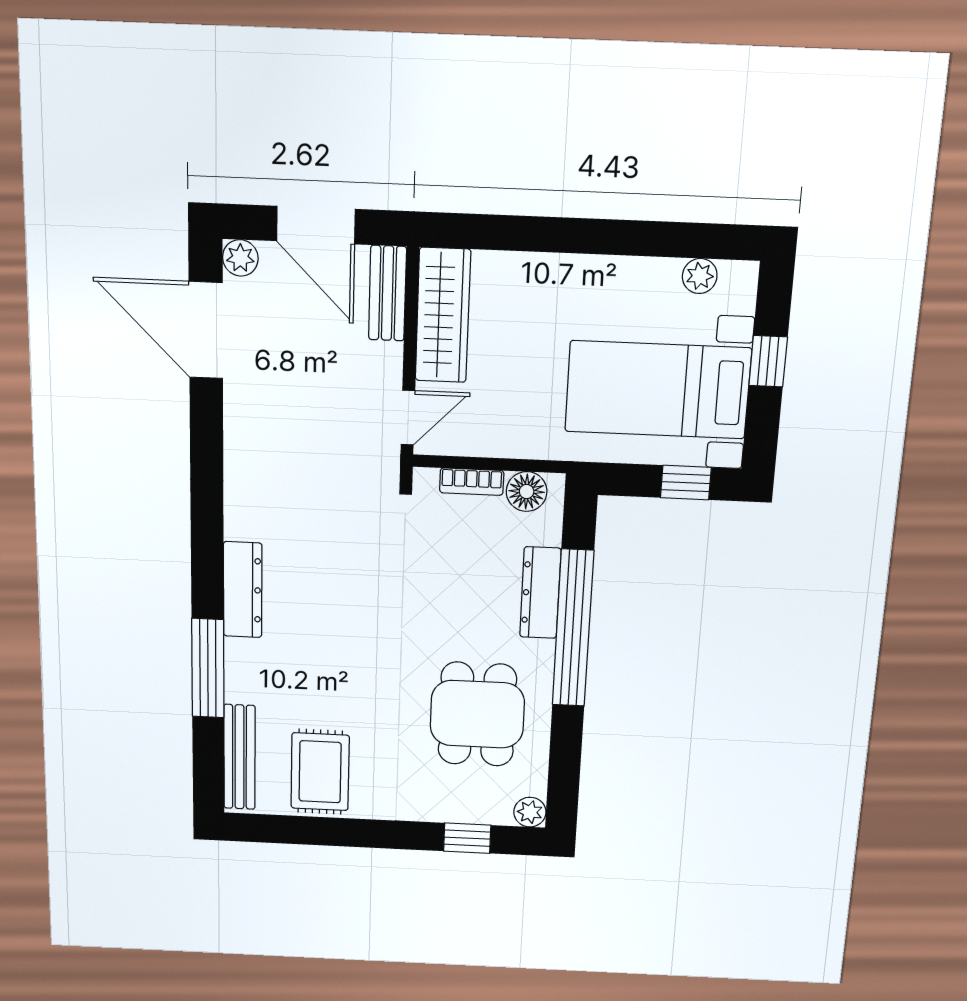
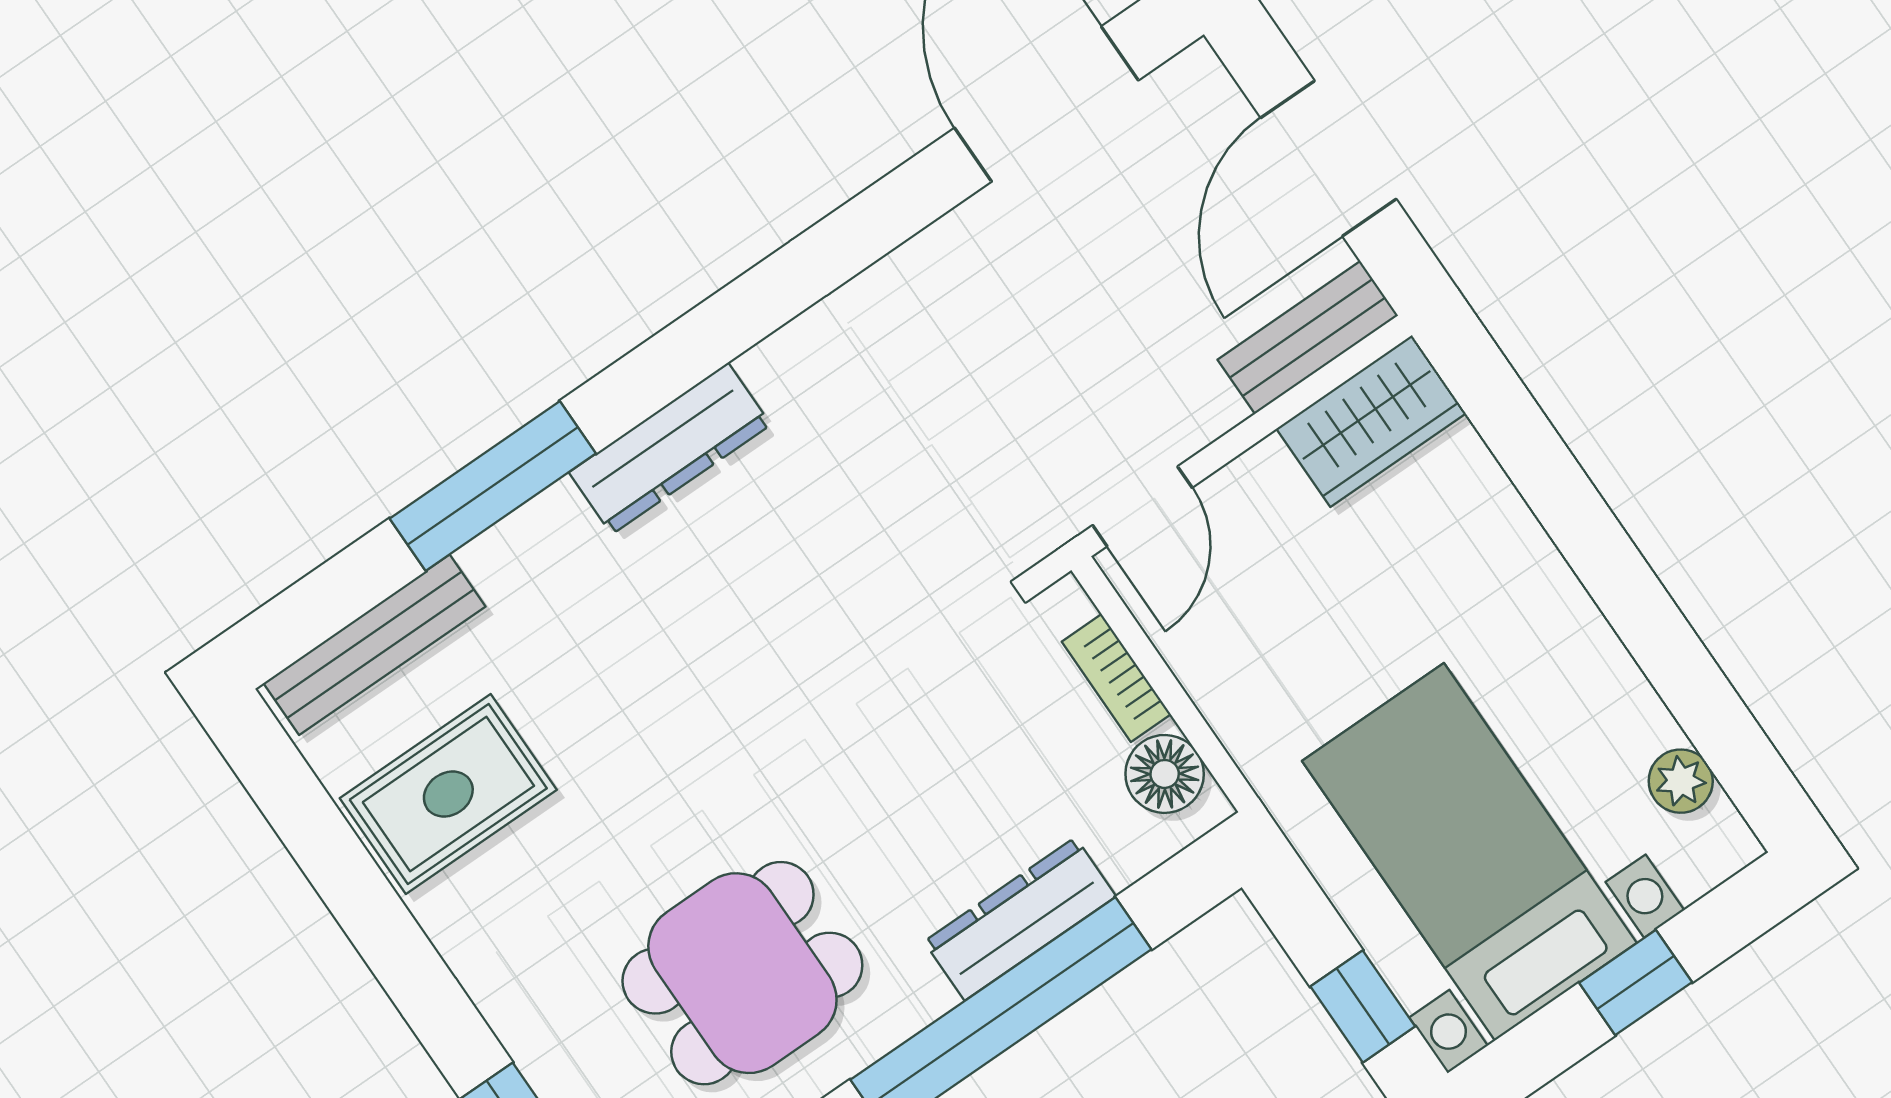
plant: (240, 258) -> (1196, 80), removed
wardrobe: (443, 315) -> (1371, 421), width x0.67
door: (408, 418) -> (1142, 506), hinge flipped

